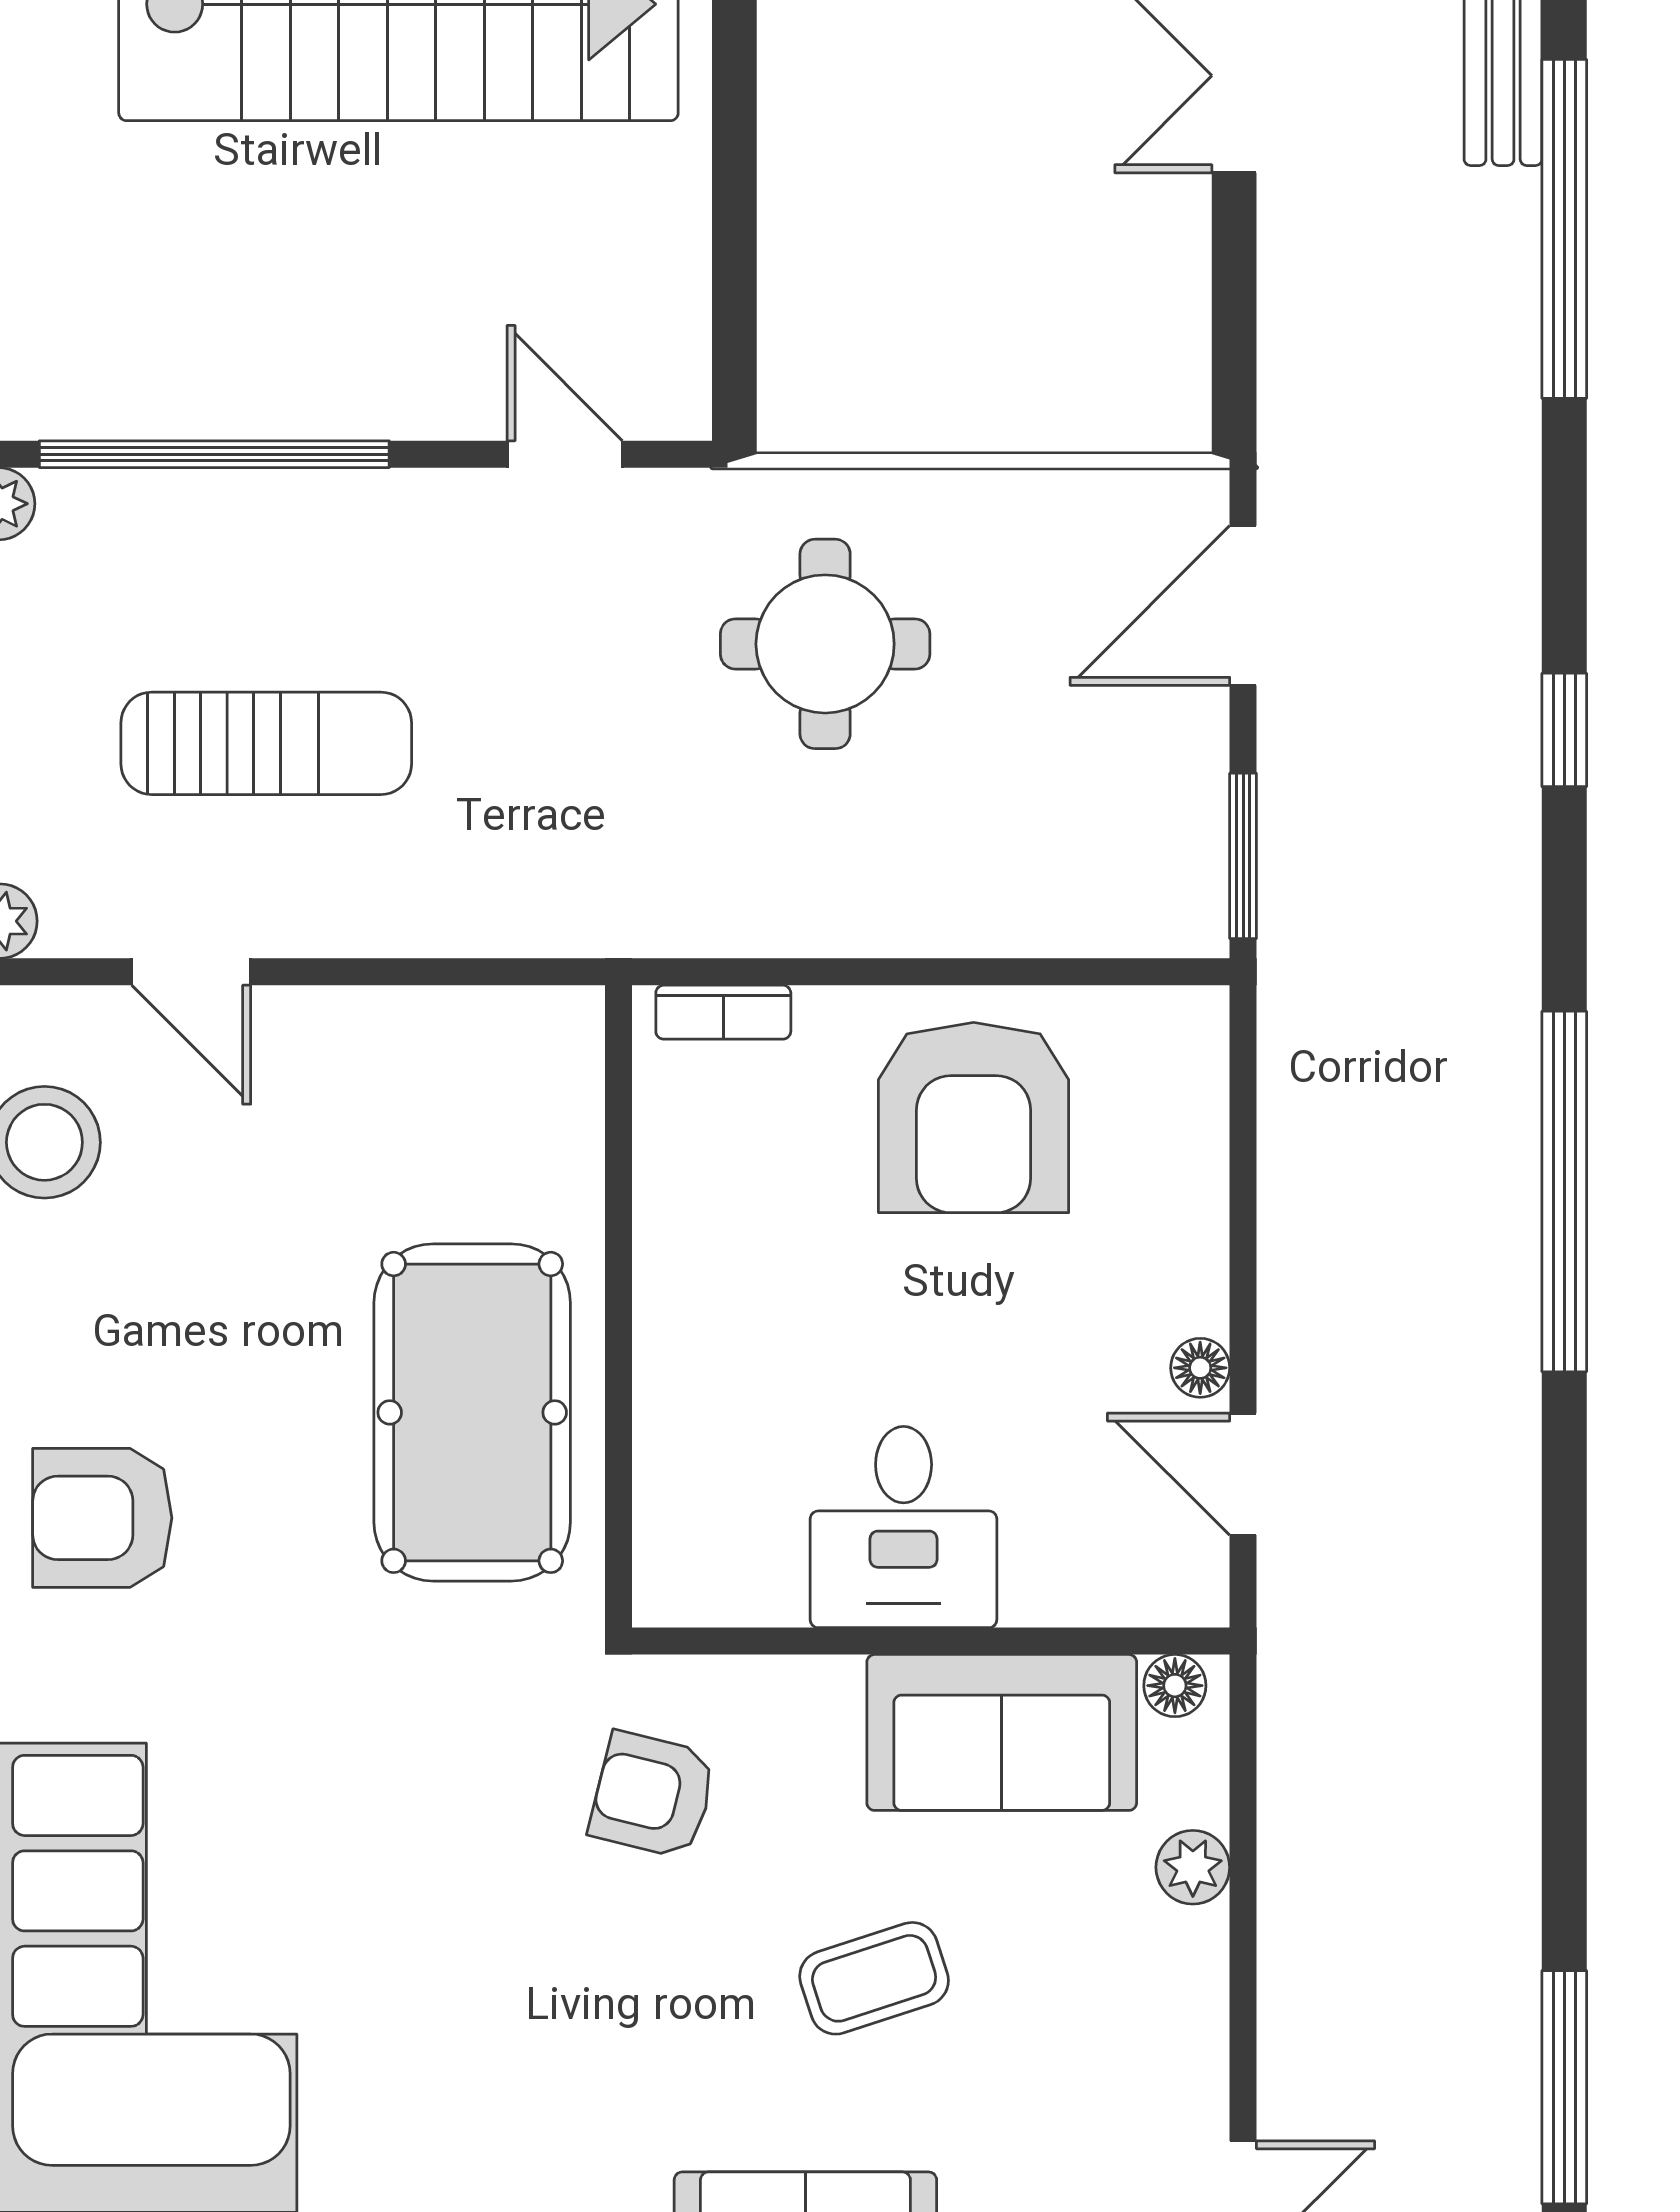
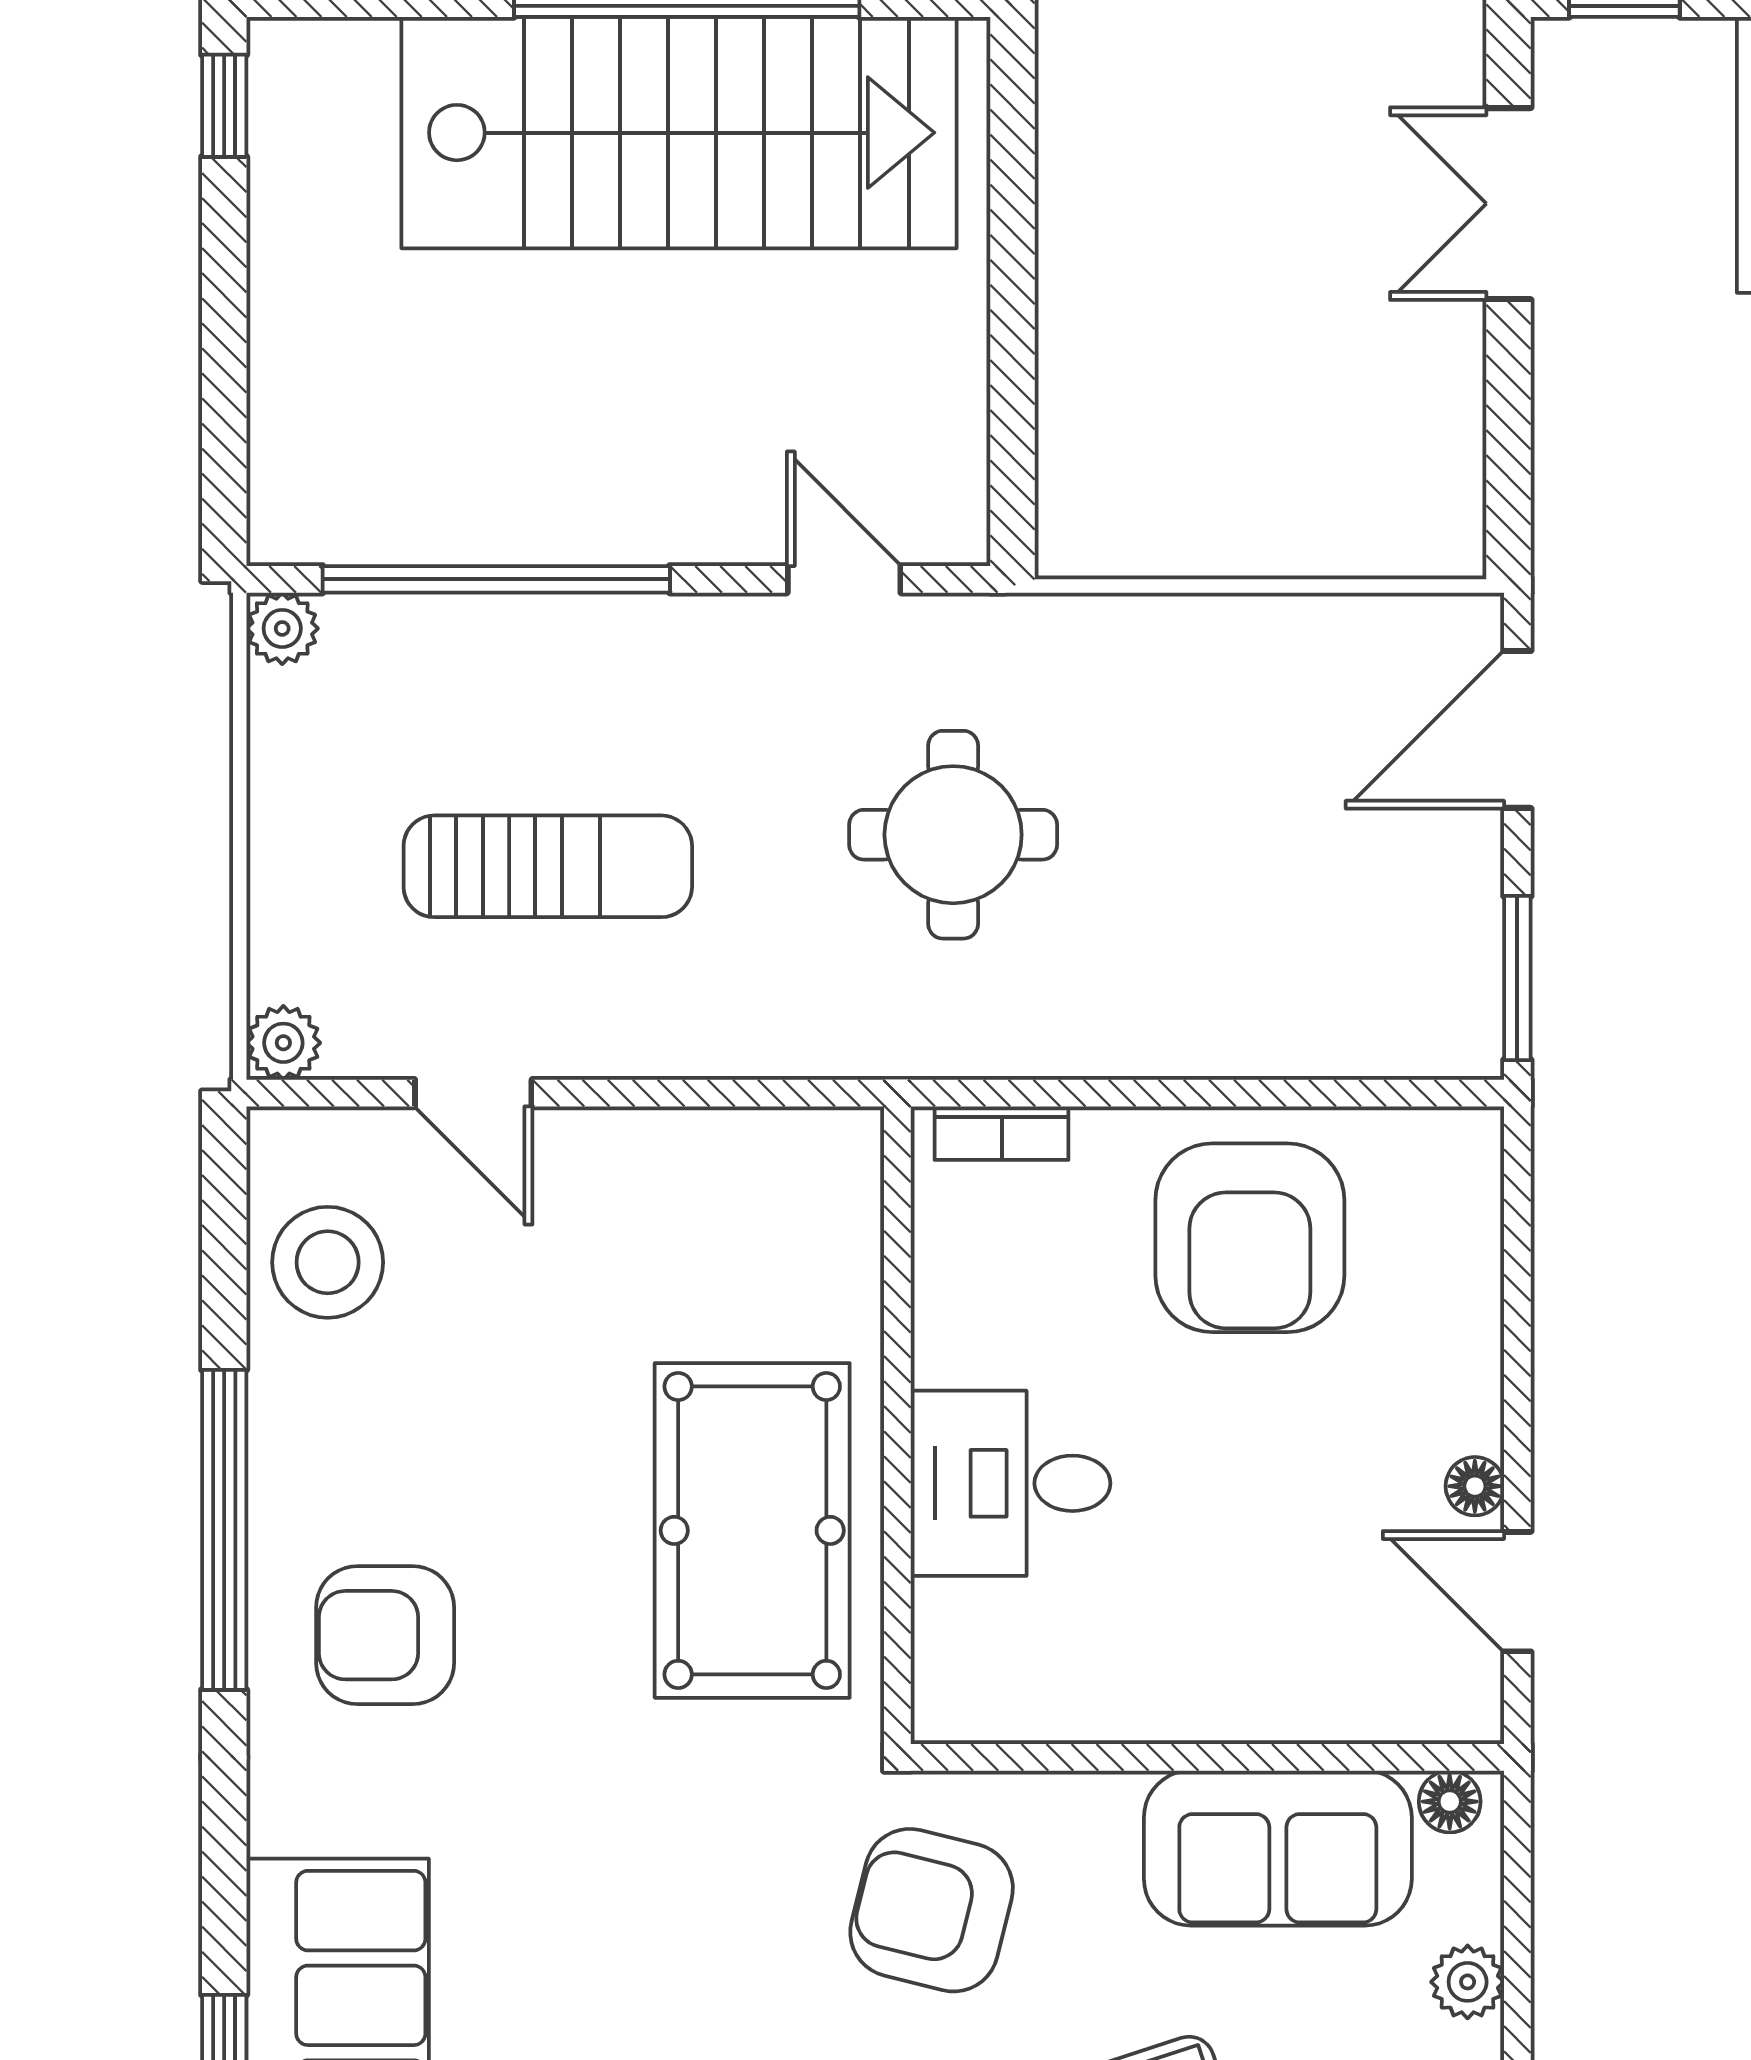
round table: (825, 644) -> (953, 835), moved
desk: (904, 1527) -> (1011, 1483), moved, turned 90
armchair: (653, 1795) -> (932, 1910), width x1.38, depth x1.38

